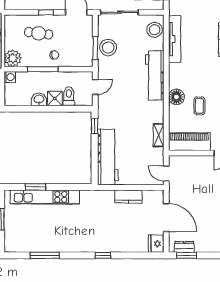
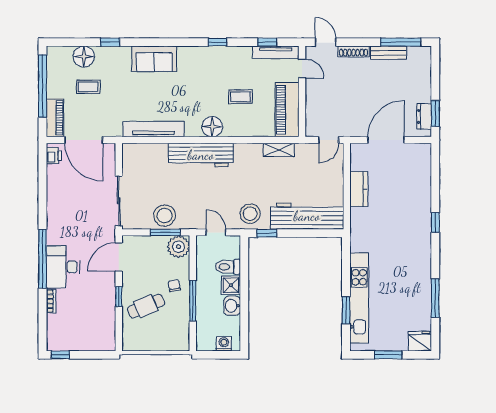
stool: (155, 30) -> (250, 214), moved
cafe table: (39, 33) -> (146, 306), turned 60
plant: (13, 58) -> (178, 247), moved
washing machine: (10, 77) -> (224, 344), moved
floor lamp: (176, 97) -> (212, 127), moved
fridge: (156, 244) -> (420, 341), moved, turned 180

